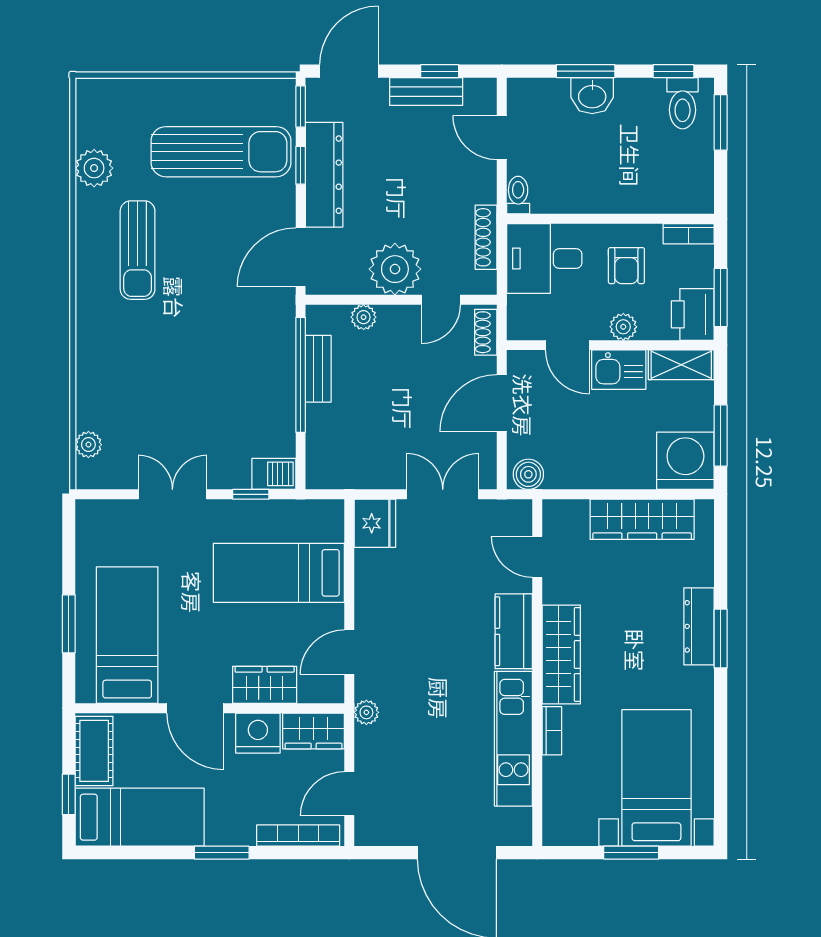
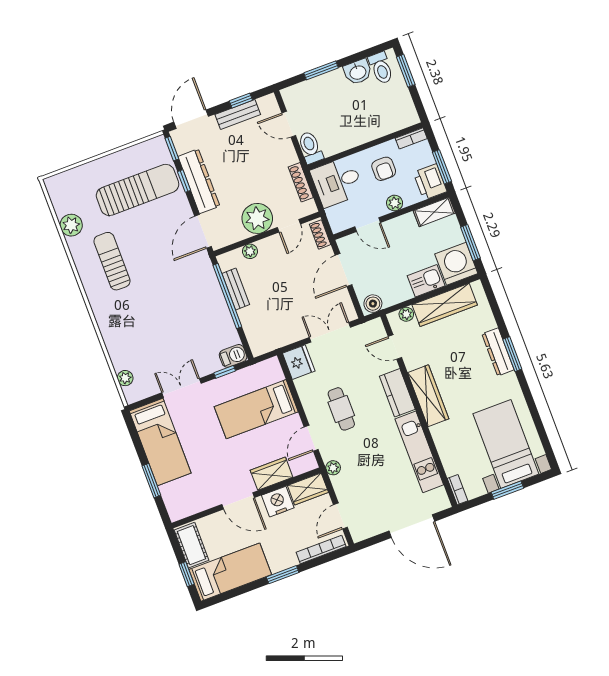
window: (673, 71) -> (369, 52), removed
washbasin: (592, 96) -> (358, 72), moved
toilet: (518, 195) -> (310, 148), width x1.37, depth x1.39
sun lounger: (138, 250) -> (112, 261), turned 180
kitchen sink: (619, 370) -> (426, 281), moved, turned 180
plant: (575, 511) -> (406, 314), added
cafe table: (415, 623) -> (341, 409), added
bed: (127, 635) -> (160, 442), moved, turned 180
bookcase: (552, 731) -> (458, 490), moved

